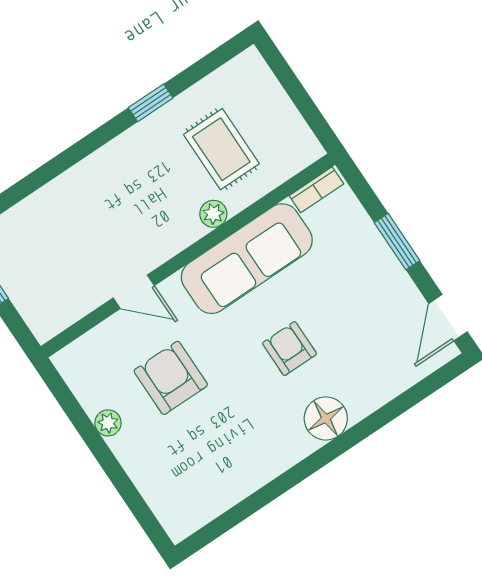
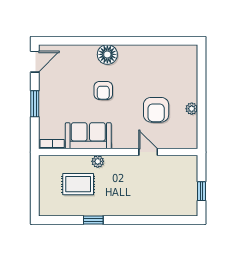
rug: (221, 149) -> (78, 184), turned 90
sofa: (247, 259) -> (88, 136), width x0.73

